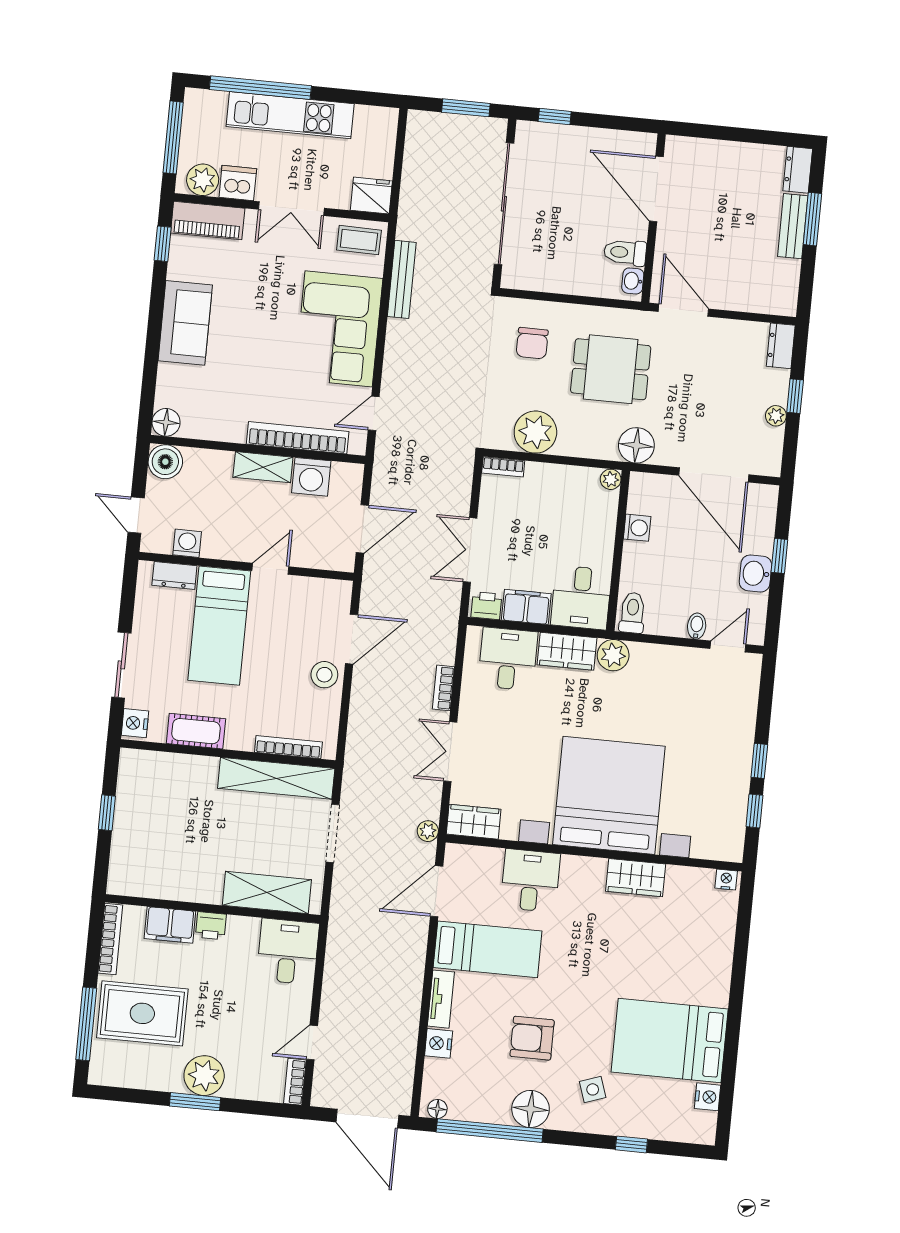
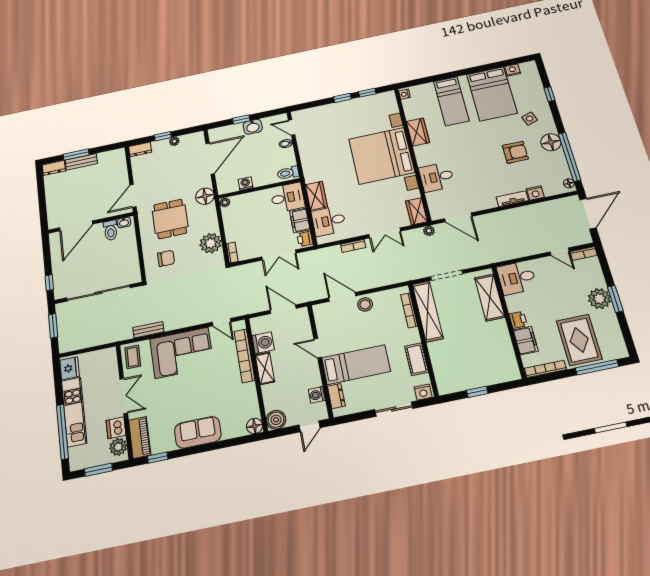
window: (173, 137) -> (98, 470), width x0.69
fridge: (371, 196) -> (70, 368), moved, turned 180
bench: (402, 279) -> (148, 330), width x0.73
plant: (613, 655) -> (312, 175), removed
bed: (488, 949) -> (451, 101), moved, turned 180
armchair: (532, 1038) -> (515, 152), turned -90

